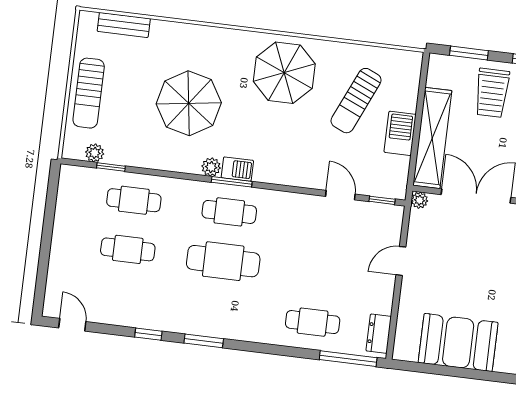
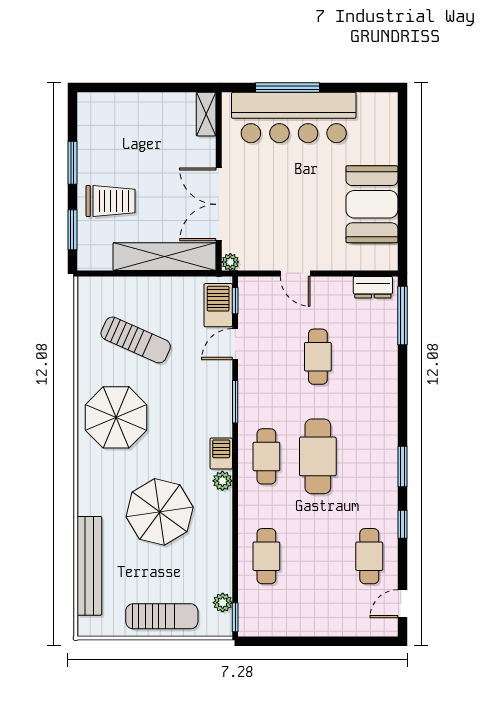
bench: (124, 25) -> (89, 566), width x1.86, depth x1.21
barbecue: (400, 133) -> (218, 305), moved, turned 90
window: (111, 167) -> (235, 617), moved
window: (232, 182) -> (235, 402), moved
cafe table: (128, 249) -> (369, 556), moved
cafe table: (313, 322) -> (318, 357), moved

